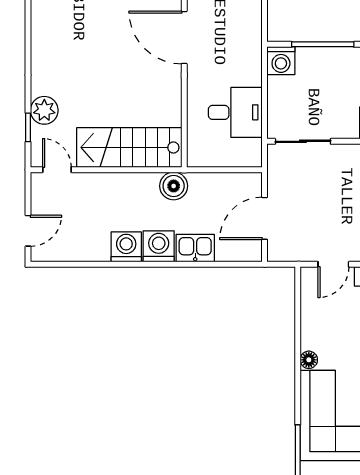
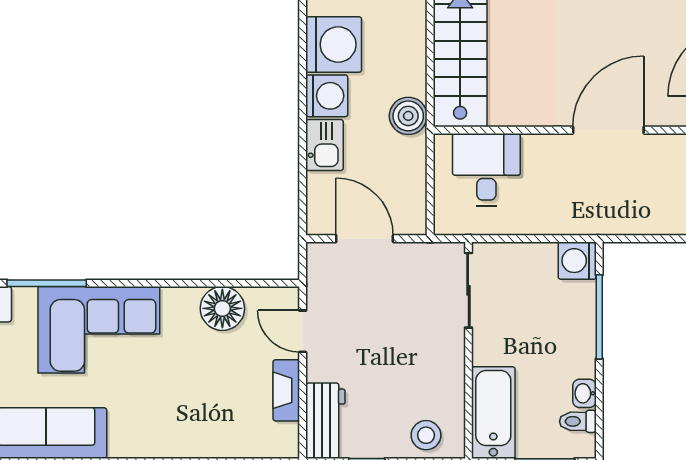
desk: (235, 112) -> (486, 170), moved, turned 180
washing machine: (126, 247) -> (334, 44), width x1.37, depth x1.37
floor lamp: (309, 360) -> (222, 308), moved, width x1.89, depth x1.89

